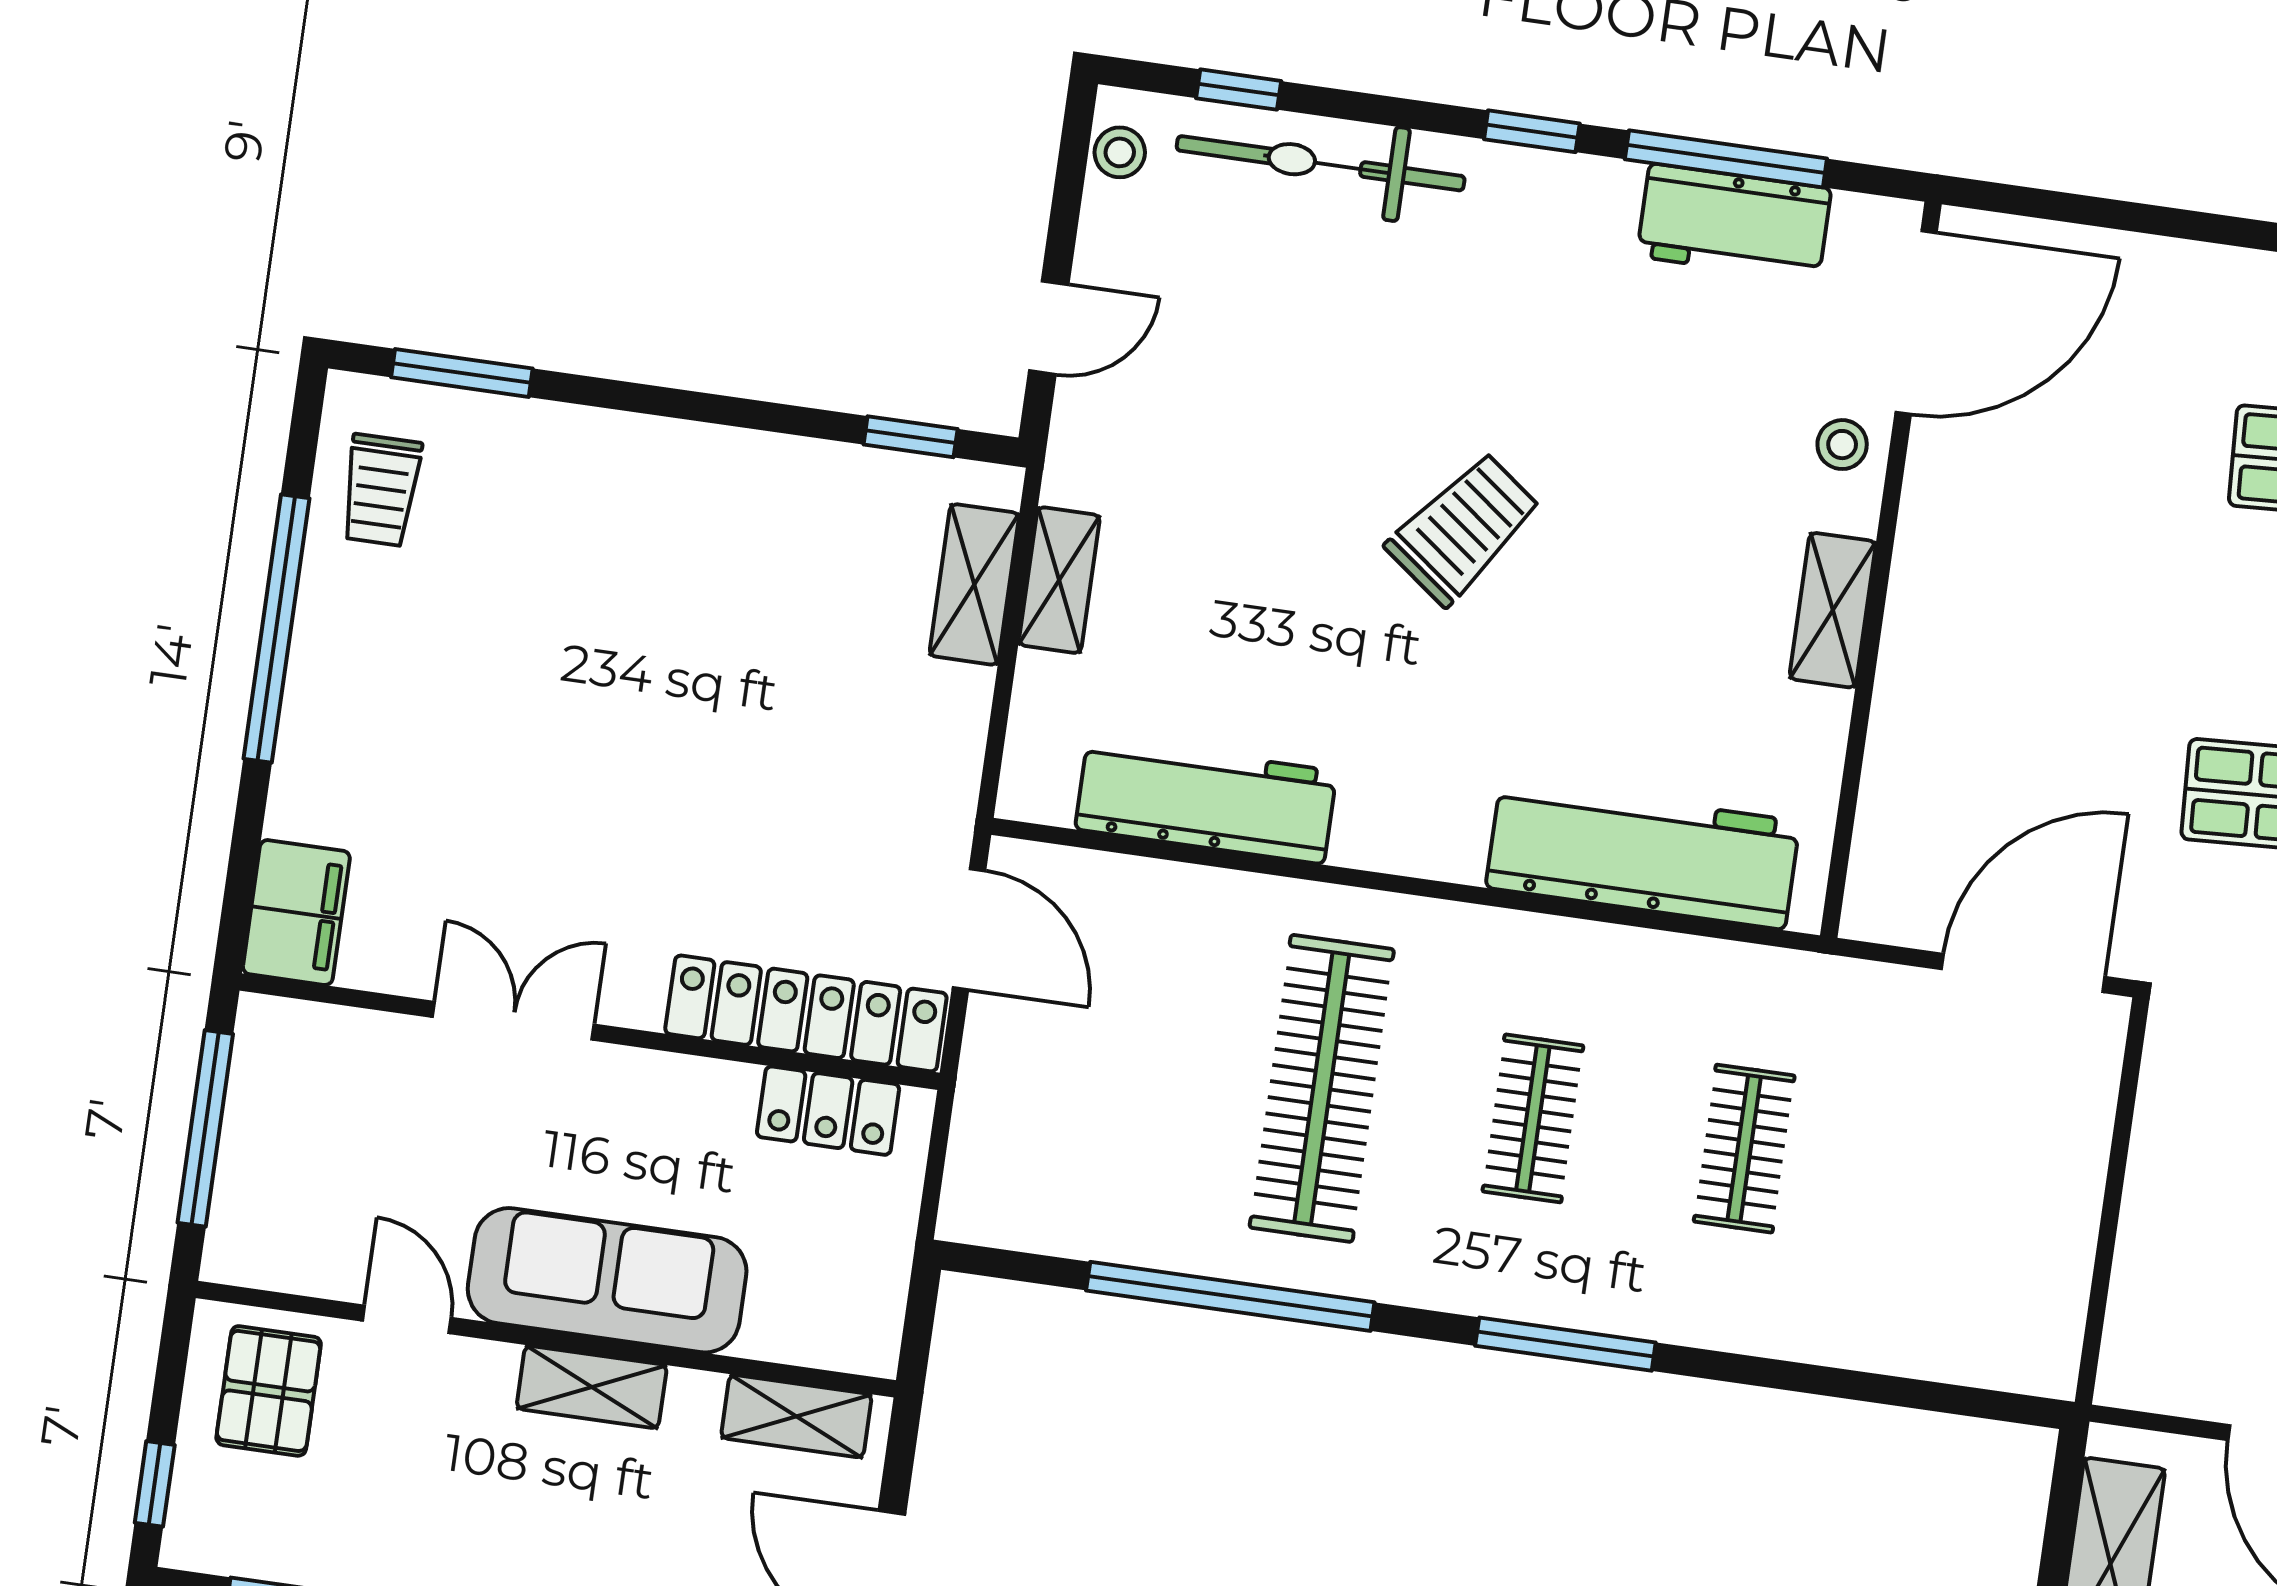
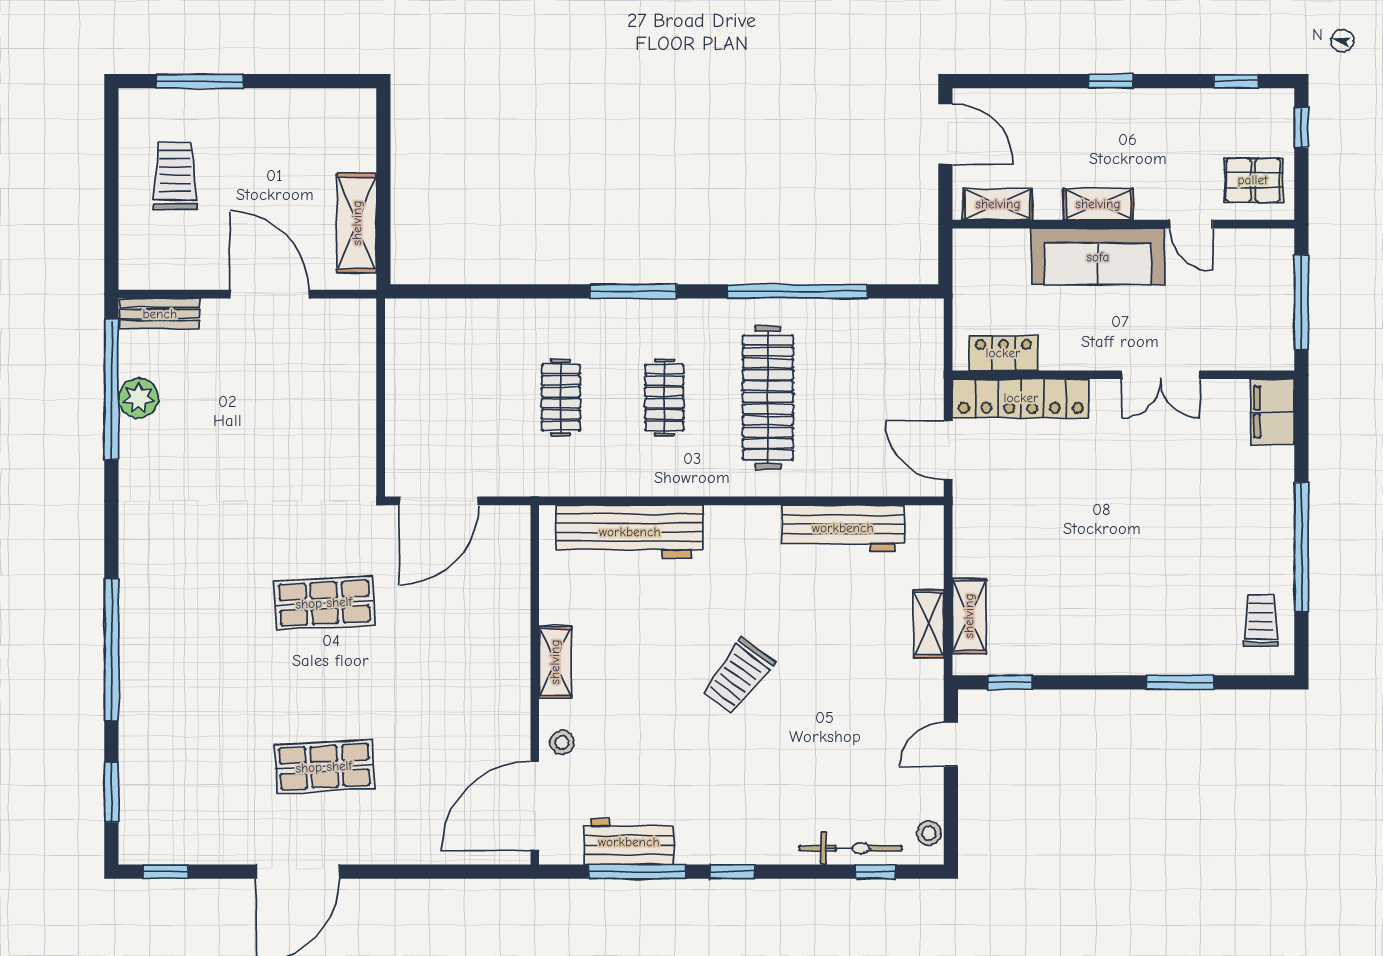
bicycle: (1321, 163) -> (850, 848), width x0.73, depth x0.71
window: (462, 373) -> (1180, 682), moved
pallet: (269, 1391) -> (1253, 180), turned 90

